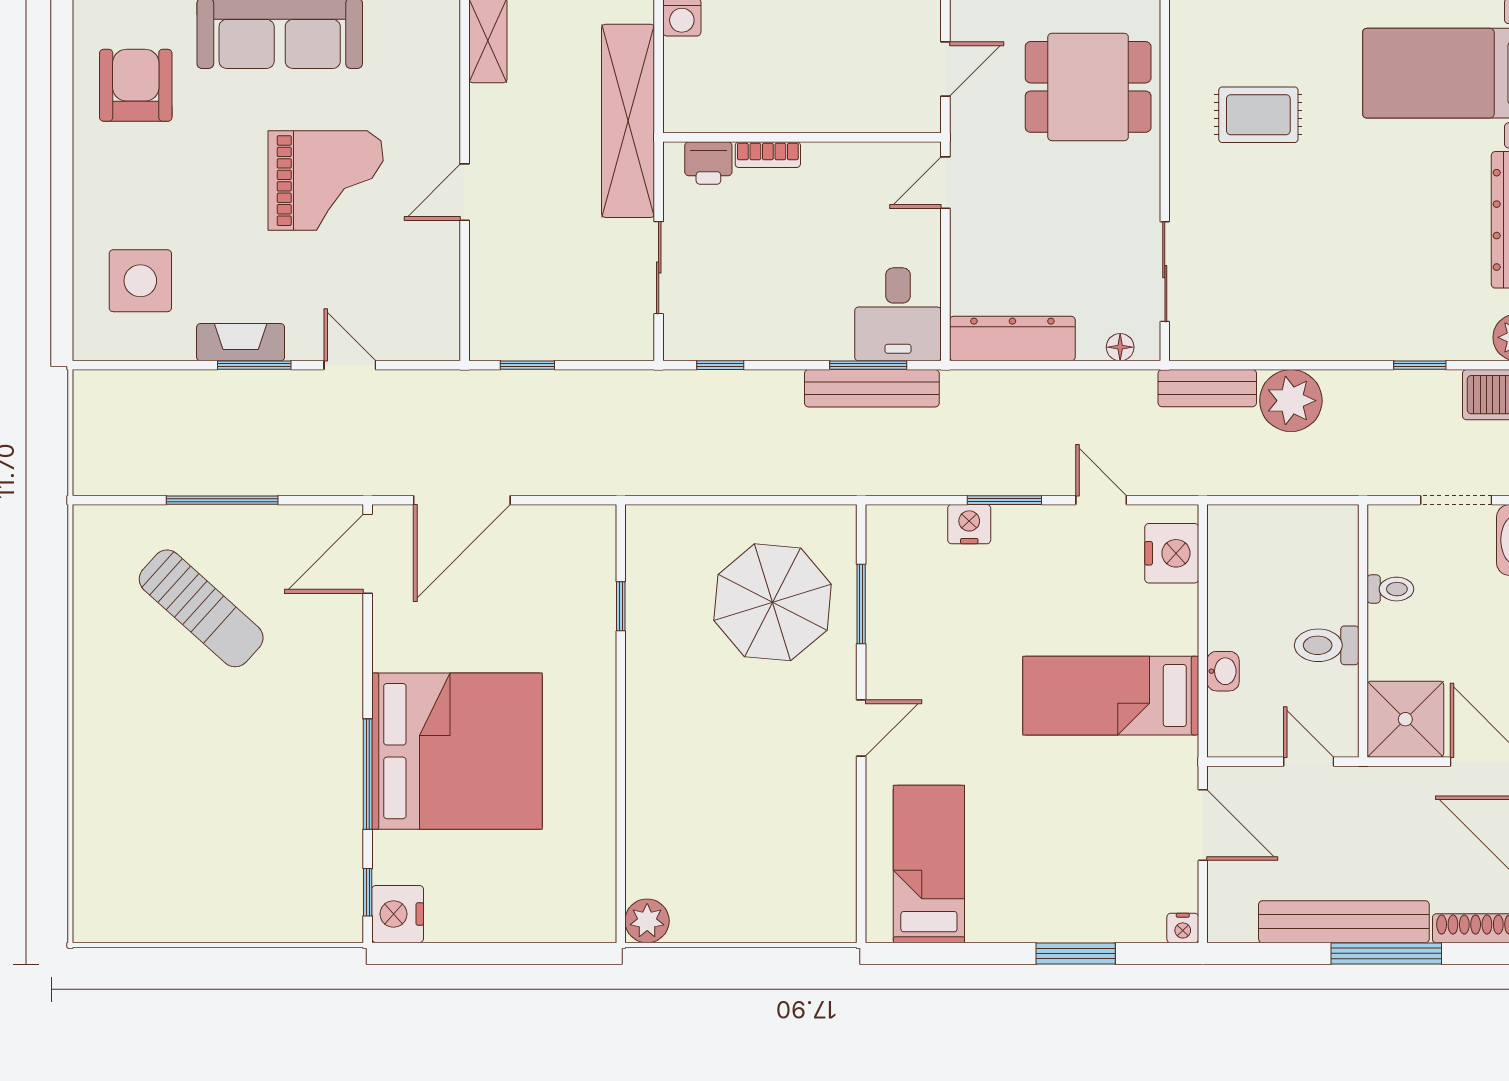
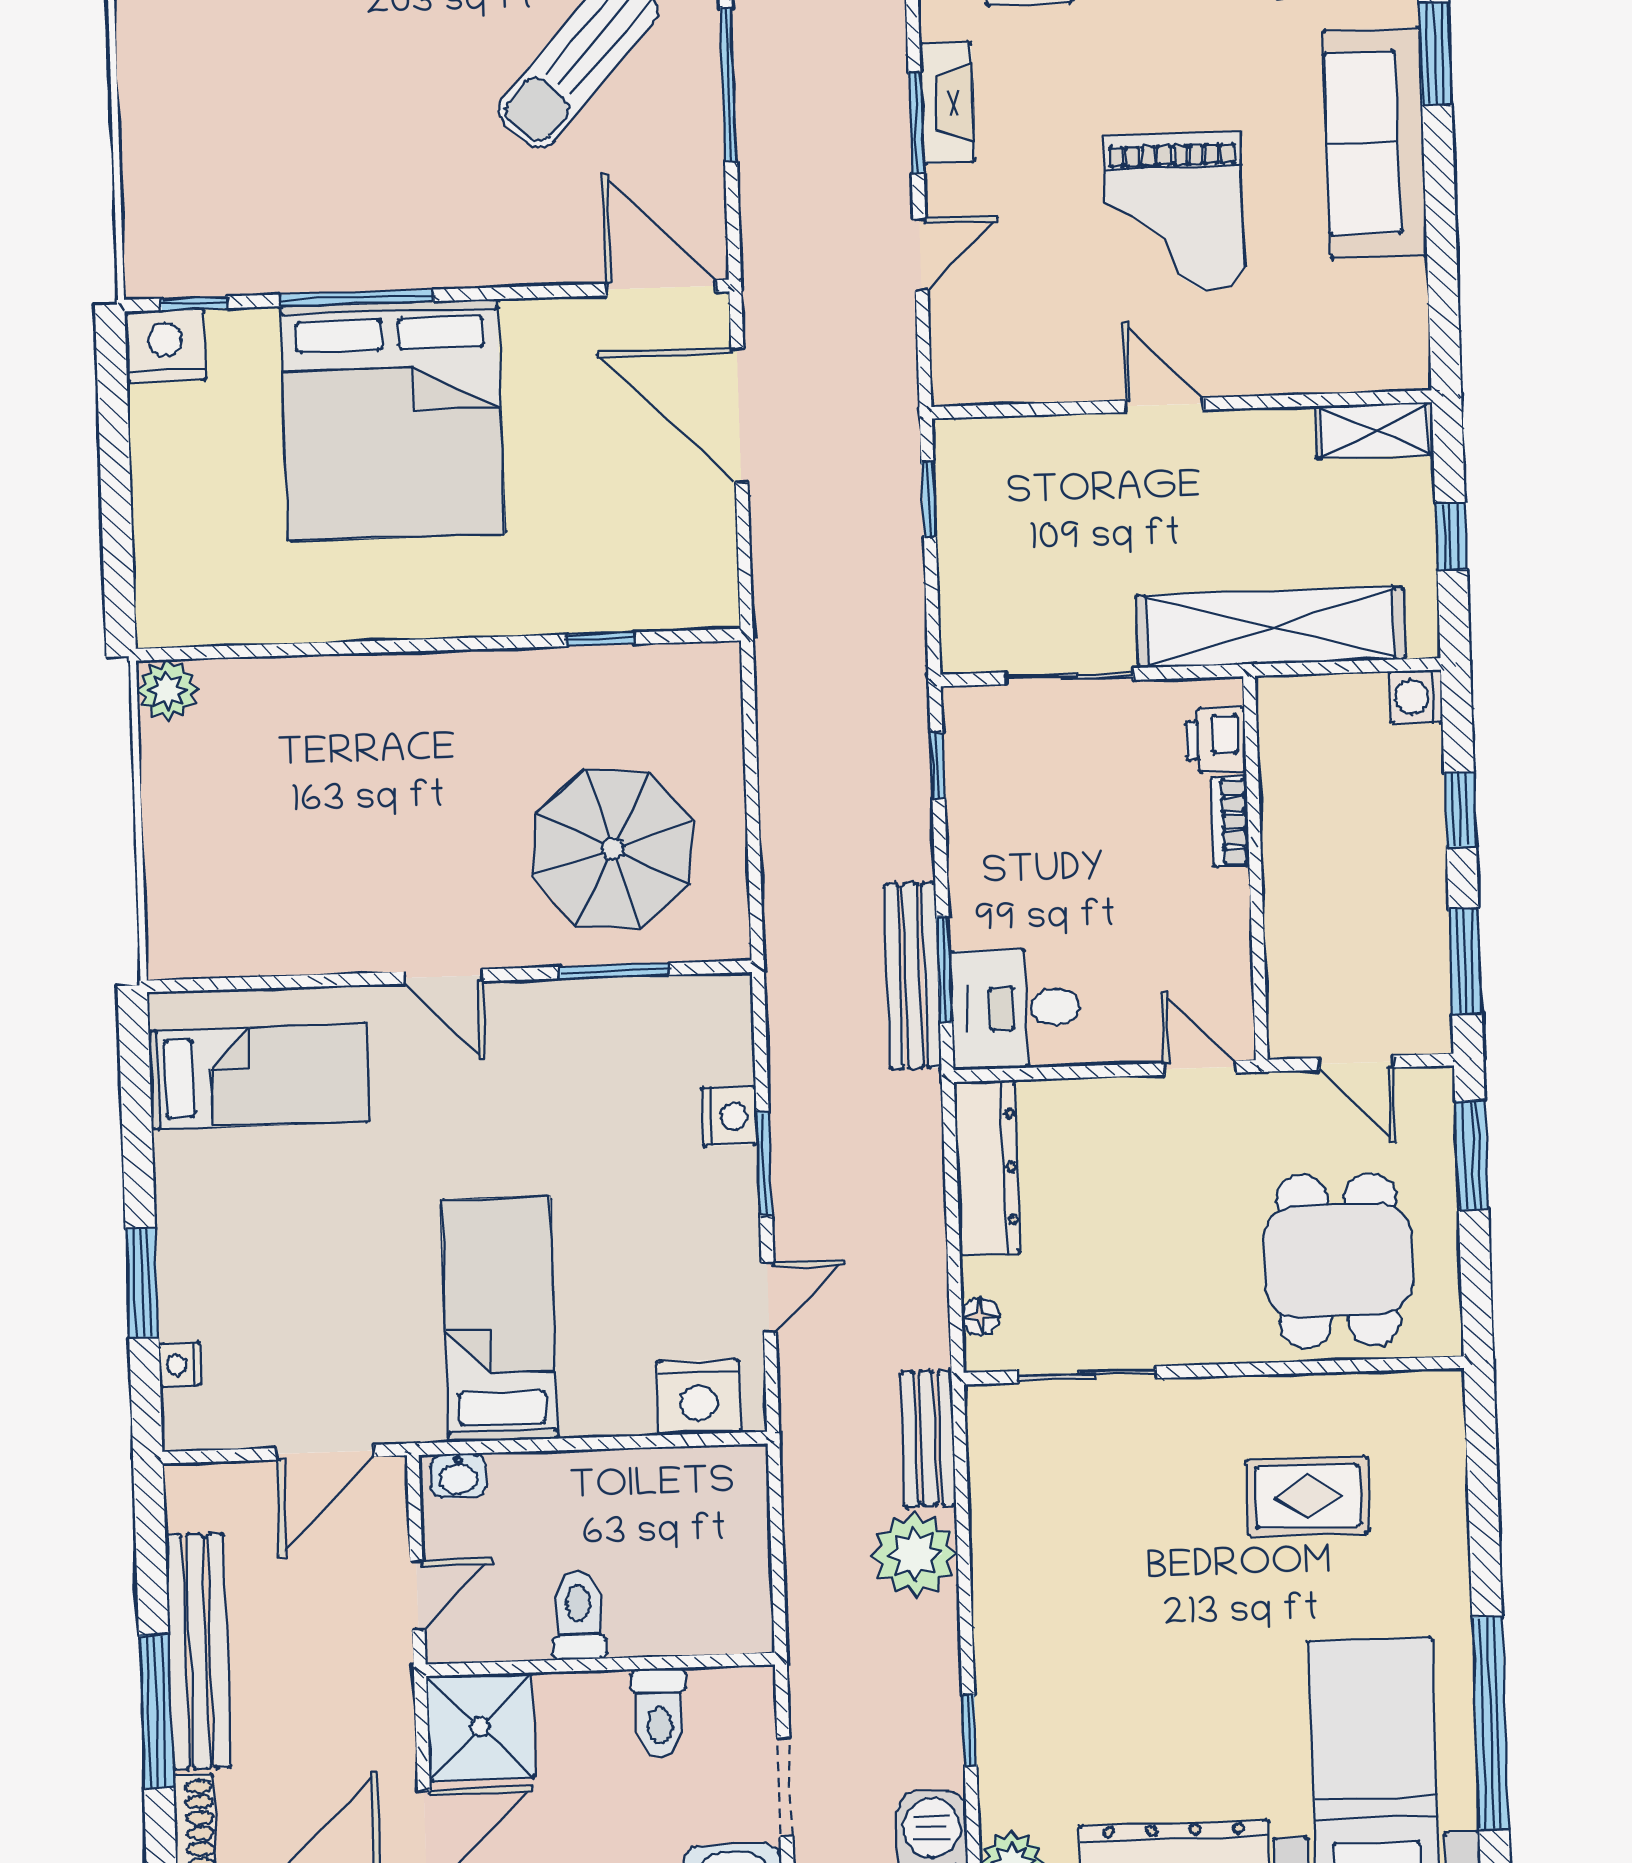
rug: (1258, 115) -> (1308, 1497), turned 90
toilet: (1390, 589) -> (660, 1713), width x1.37, depth x1.39
washbasin: (1223, 671) -> (458, 1476), moved
nightstand: (1183, 928) -> (180, 1365), moved

